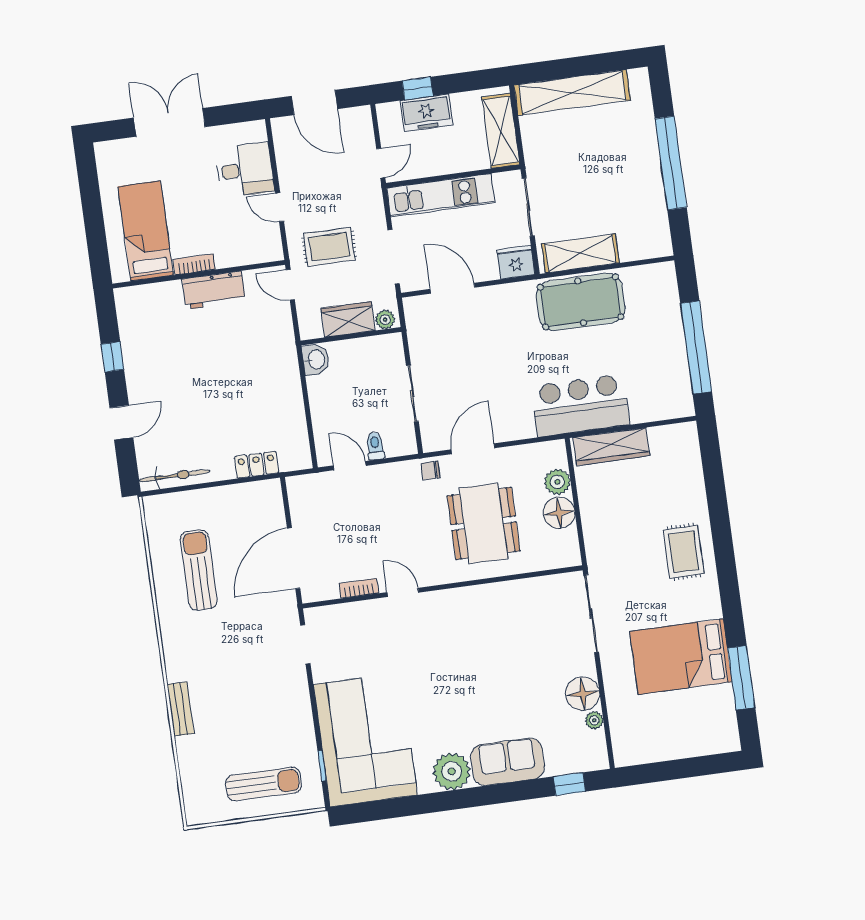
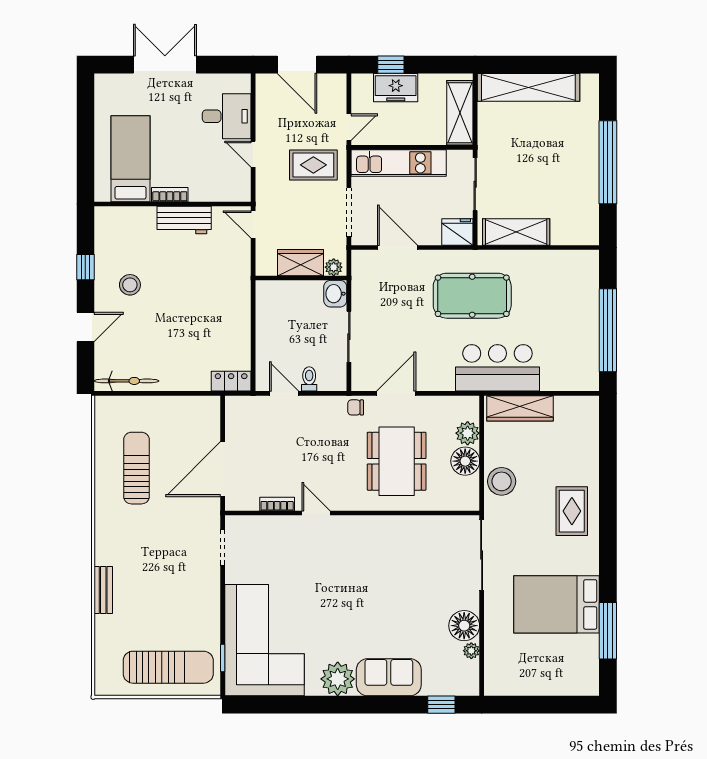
rug: (329, 247) -> (313, 165), moved
pool table: (581, 302) -> (472, 296), moved
washbasin: (316, 359) -> (335, 294), moved, turned 180
stool: (164, 370) -> (130, 285), added
locker: (257, 465) -> (231, 381), moved
stool: (602, 530) -> (502, 481), added
sun lounger: (264, 784) -> (168, 667), width x1.36, depth x1.34

